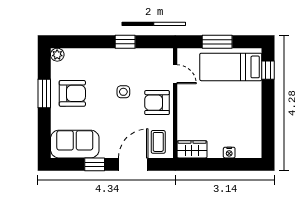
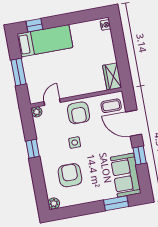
plant: (167, 54) -> (37, 112), added
bed: (231, 67) -> (45, 41), moved, turned -90
window: (44, 93) -> (116, 203), moved
armchair: (72, 93) -> (70, 175), moved
nightstand: (229, 153) -> (106, 25), moved

